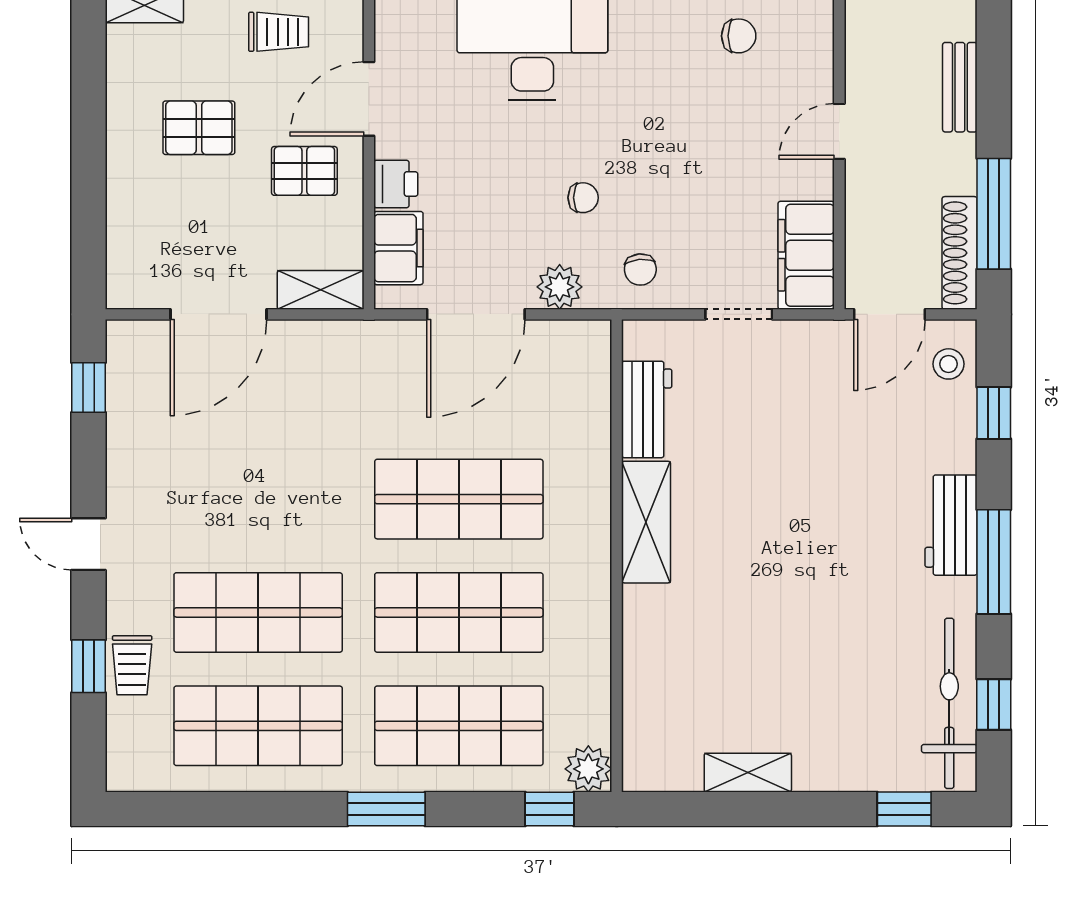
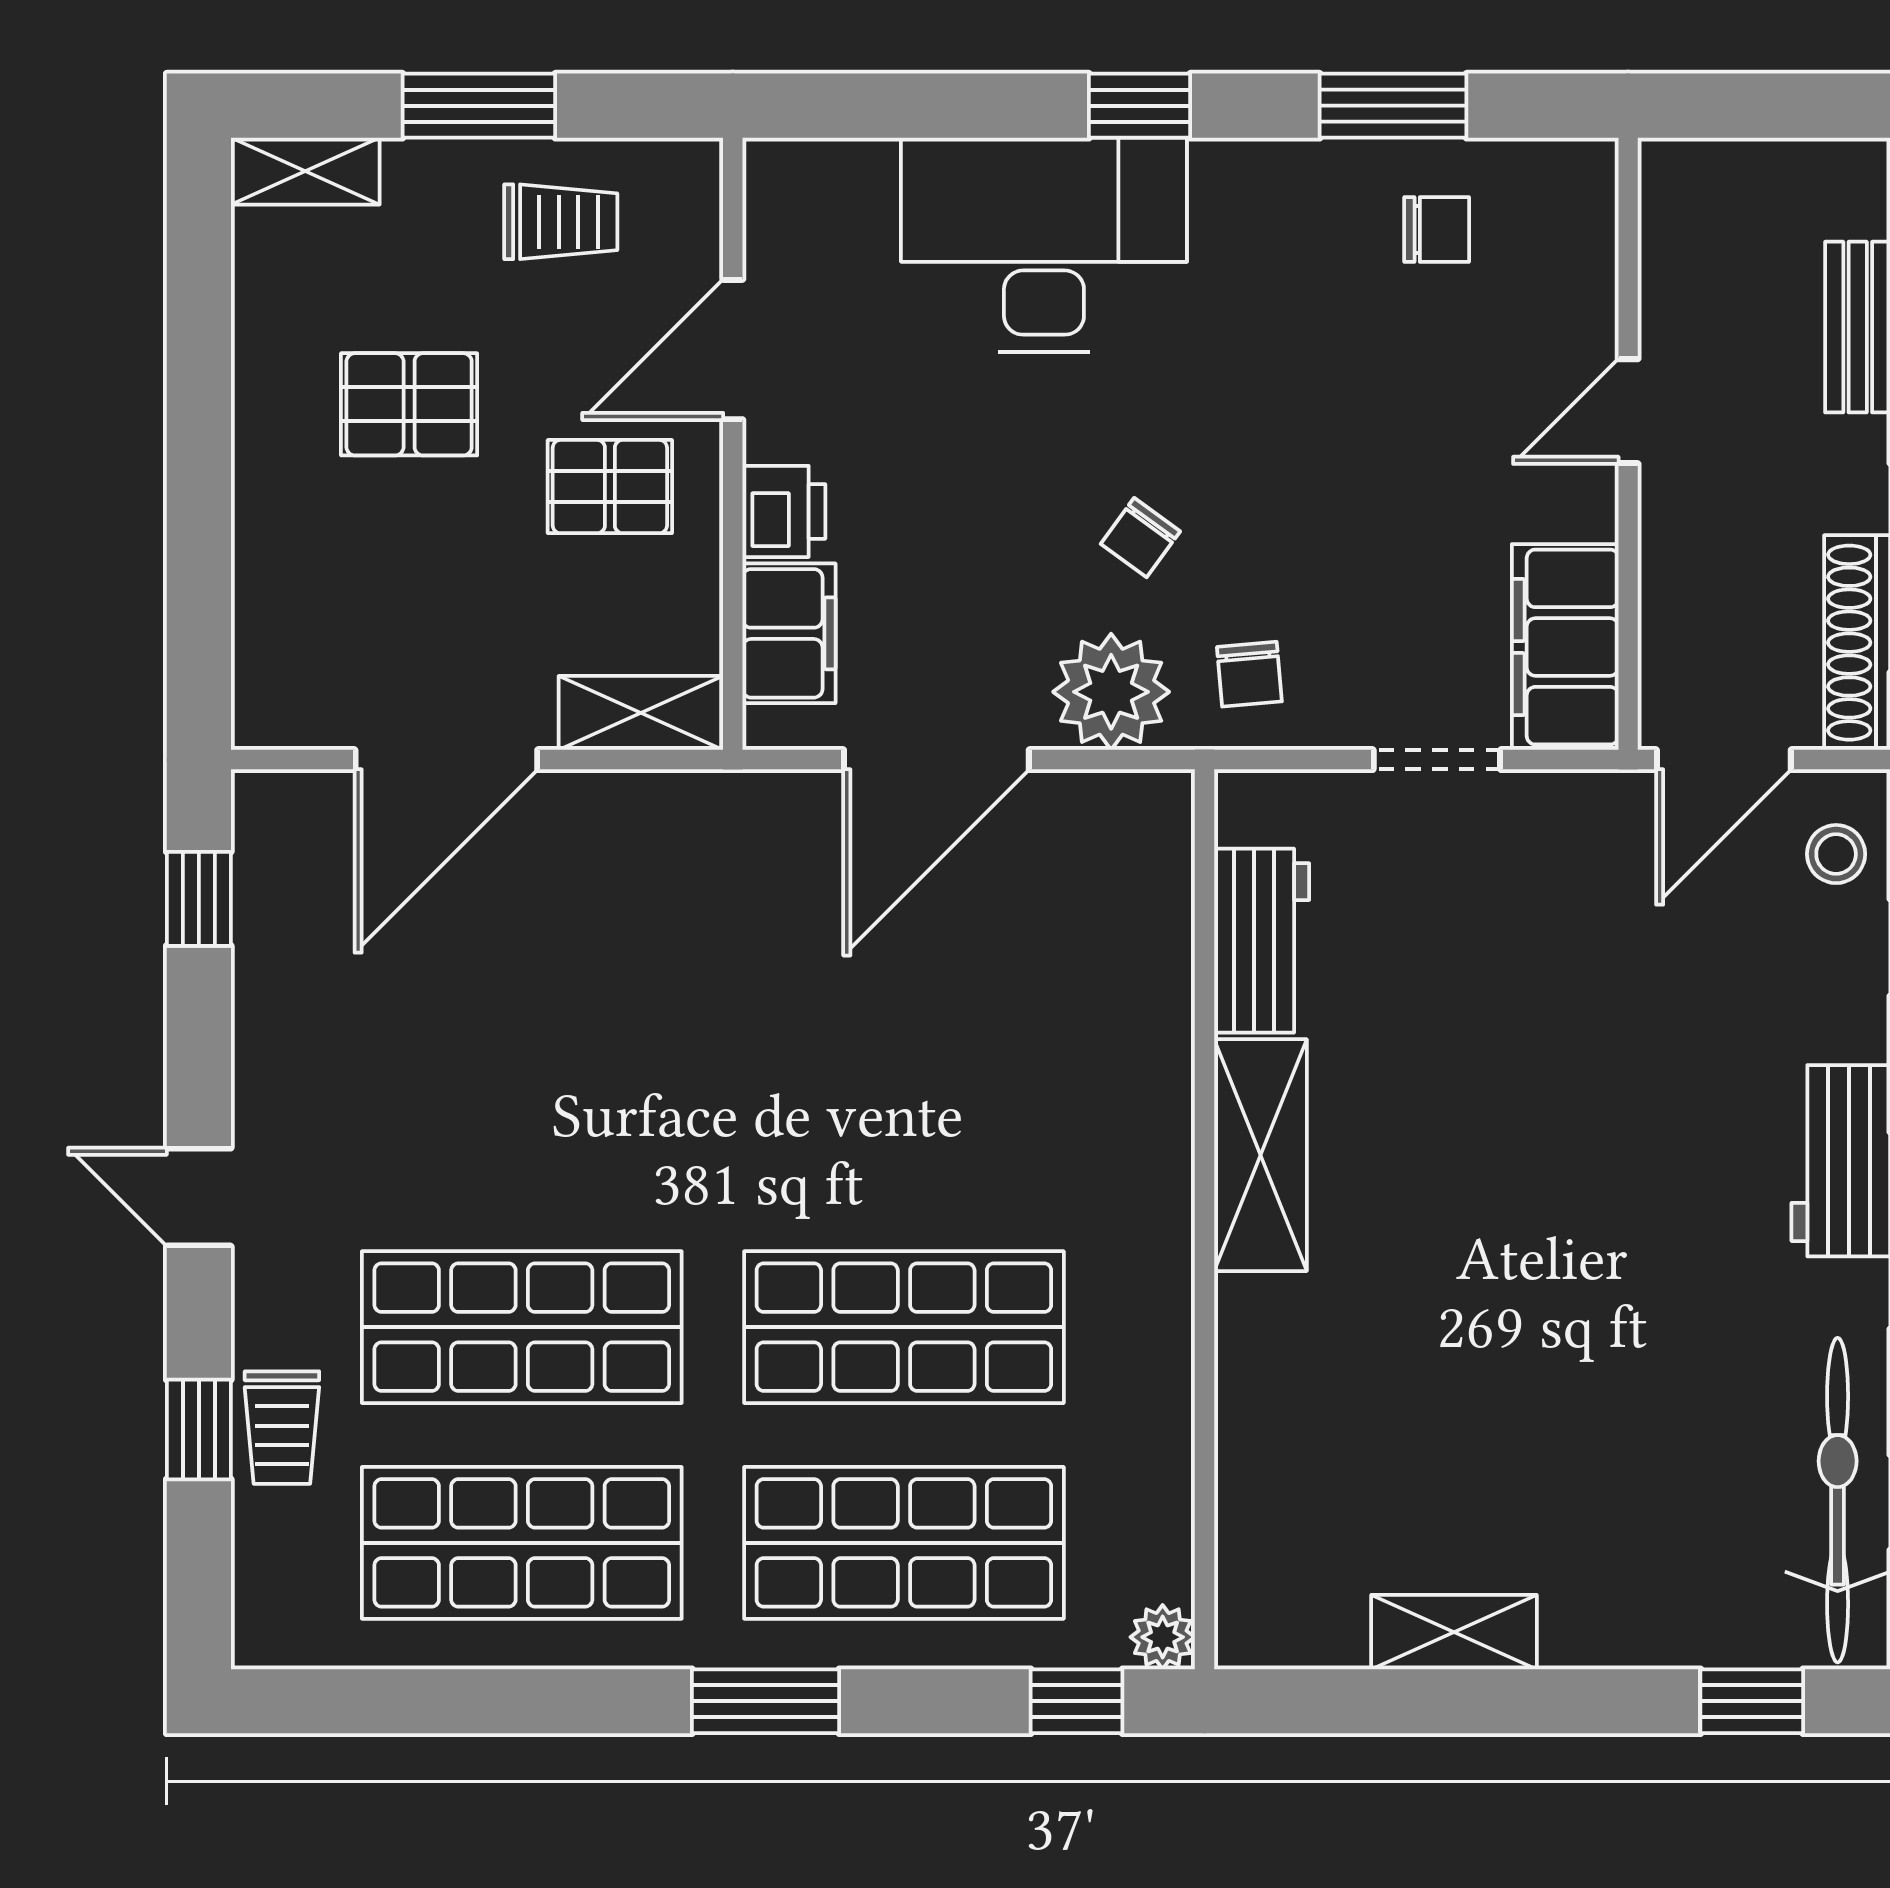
chair: (583, 198) -> (1140, 538), turned 126
plant: (560, 287) -> (1111, 692), width x1.36, depth x1.36
shop shelf: (459, 499) -> (904, 1111), removed
plant: (588, 769) -> (1163, 1637), width x0.73, depth x0.73

